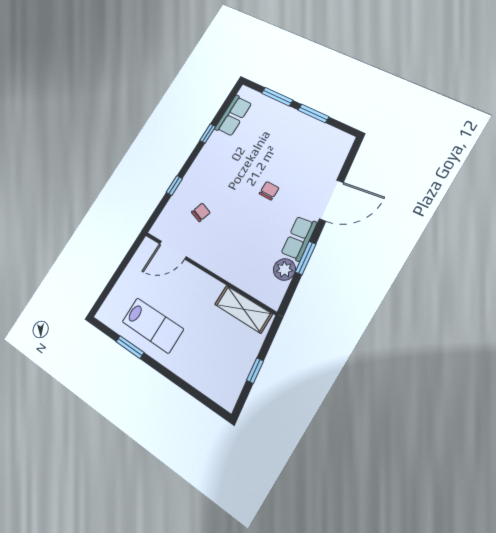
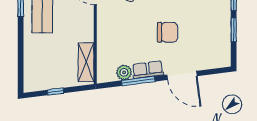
chair: (269, 191) -> (168, 32), width x1.87, depth x1.87
window: (306, 258) -> (138, 81), width x1.44

